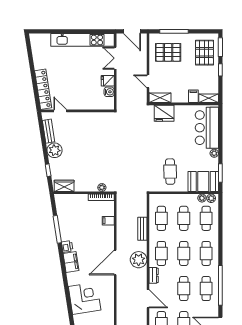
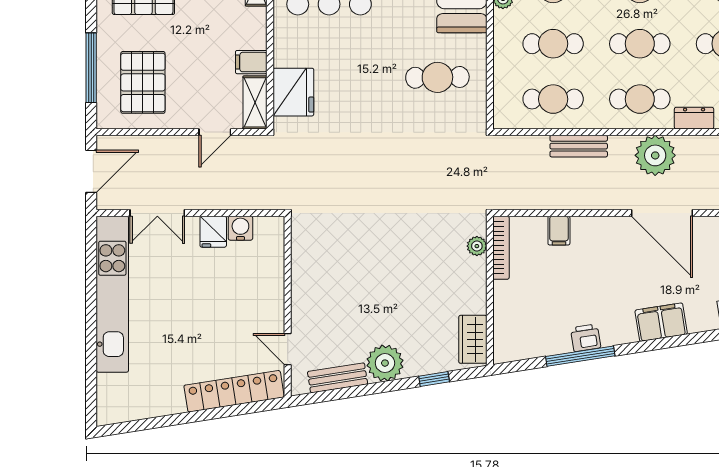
filing cabinet: (193, 96) -> (251, 62), moved
door: (60, 111) -> (288, 349), hinge flipped
printer: (67, 246) -> (586, 338), moved

